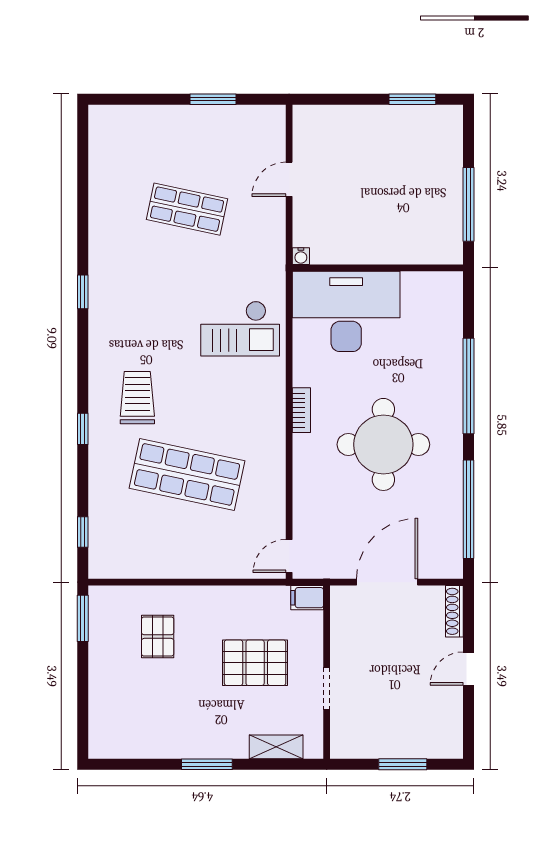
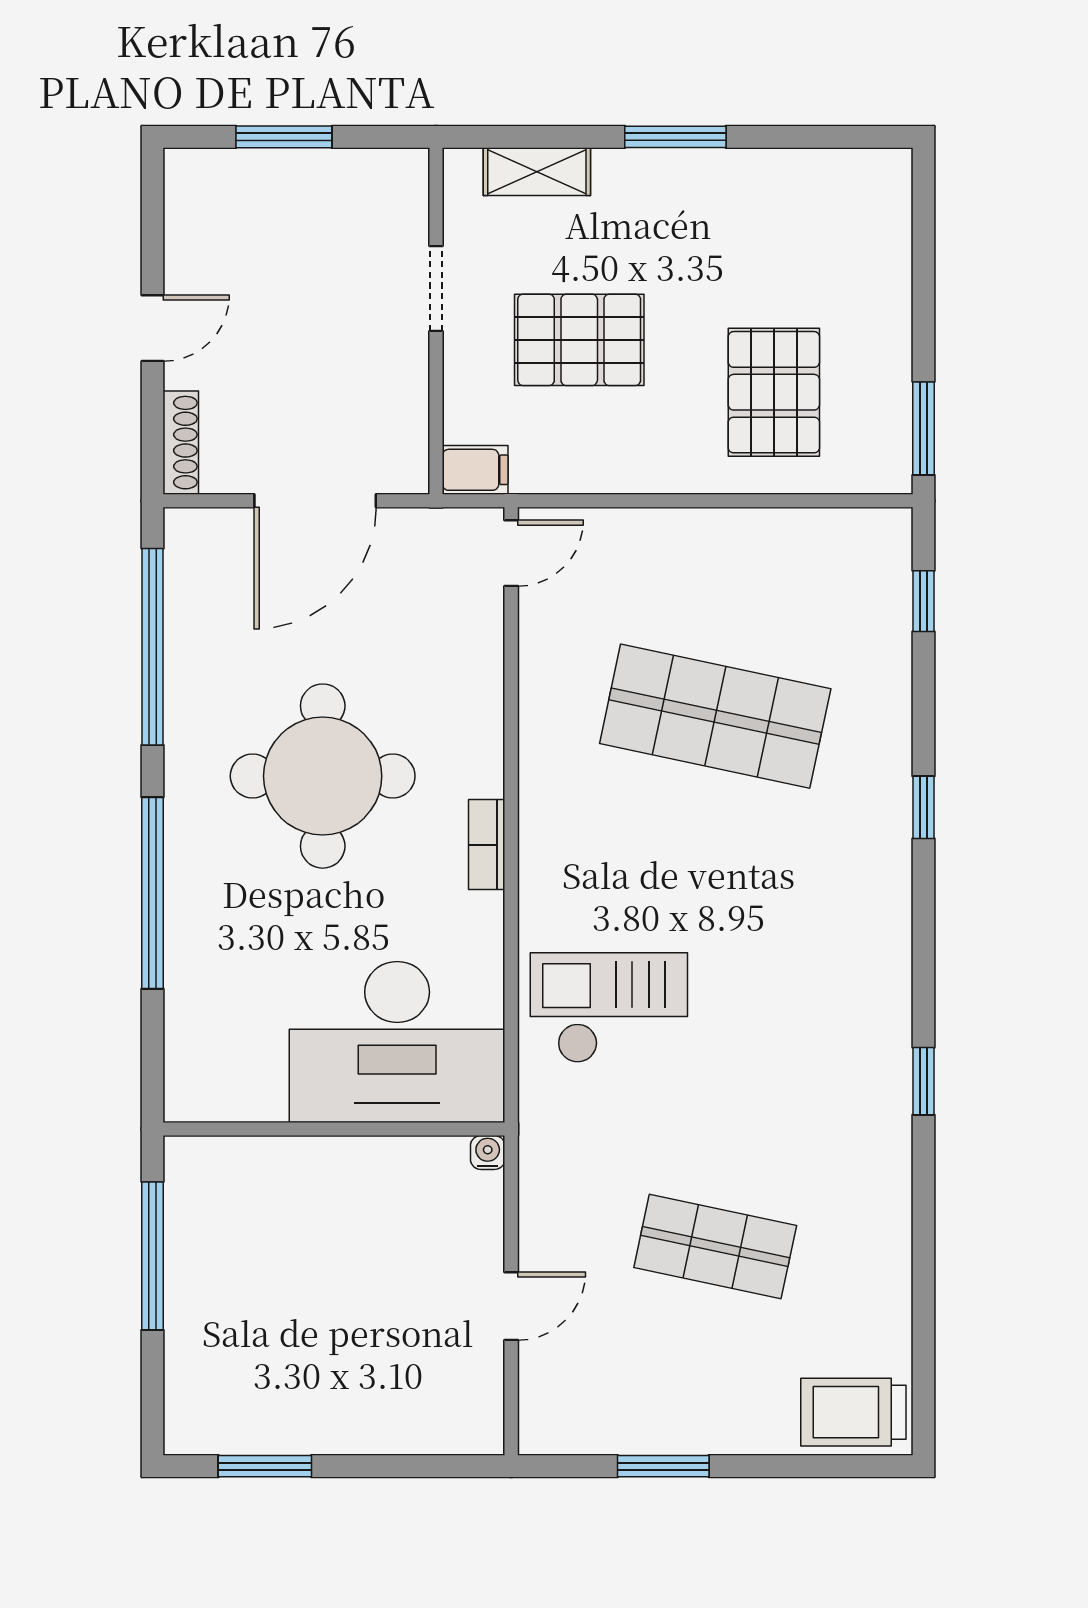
trolley: (137, 398) -> (853, 1412), moved, turned 90
pallet: (158, 637) -> (774, 392), width x1.50, depth x1.42

